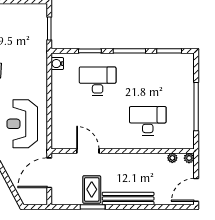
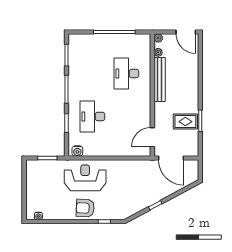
reception desk: (22, 124) -> (85, 178), moved, turned 180
door: (88, 151) -> (152, 137), moved
bench: (128, 199) -> (160, 80), moved

